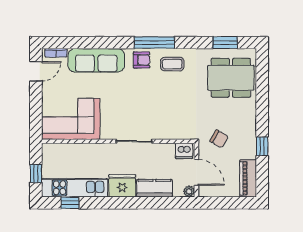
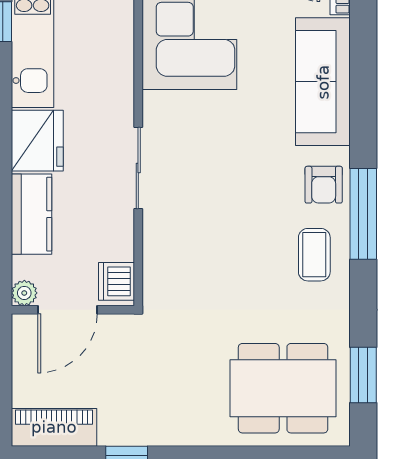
dining table: (231, 78) -> (283, 388), turned 90
chair: (219, 139) -> (144, 361), removed

